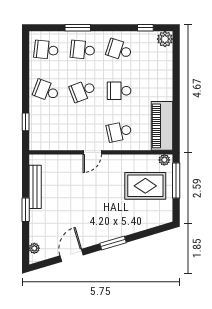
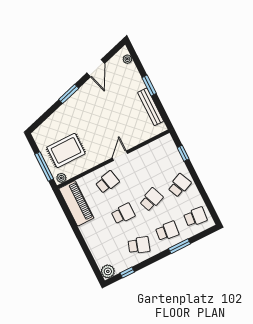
school desk: (46, 91) -> (179, 185), turned -45

